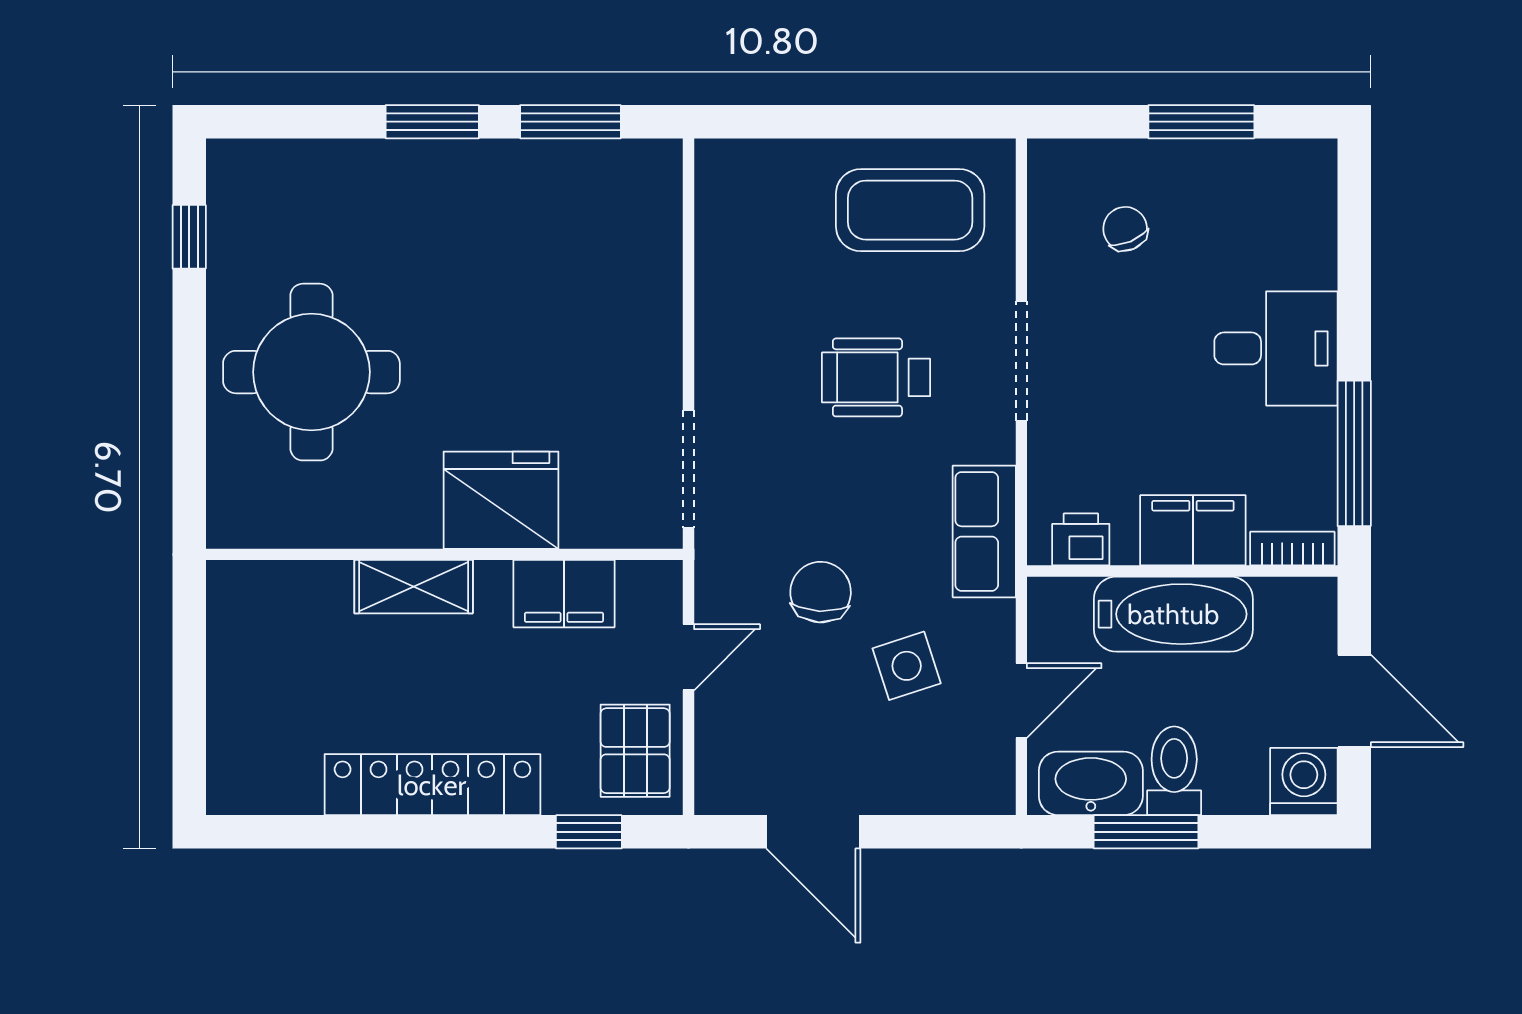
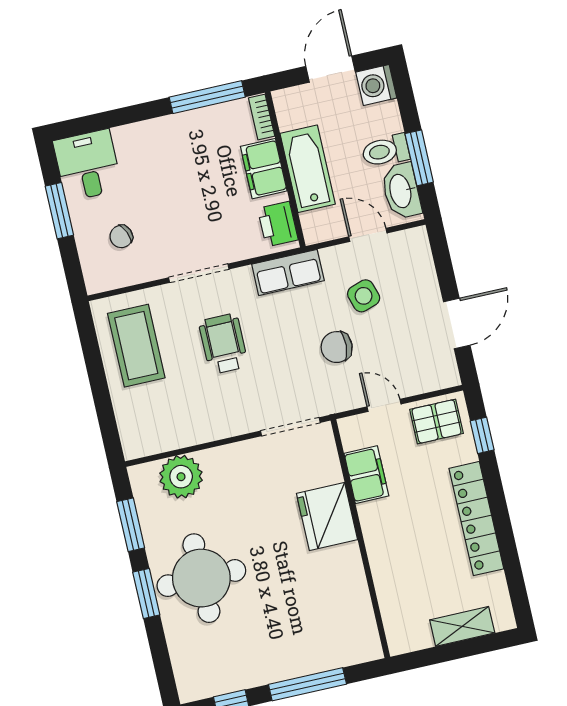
plant: (640, 239) -> (181, 477), added
desk: (1276, 348) -> (88, 165), moved
round table: (311, 372) -> (201, 578), moved
wheelchair: (876, 377) -> (223, 344), turned 180
window: (189, 390) -> (307, 684), added
printer: (1081, 539) -> (278, 224), width x1.36, depth x1.24
shelving: (414, 587) -> (462, 626), moved, turned 90

